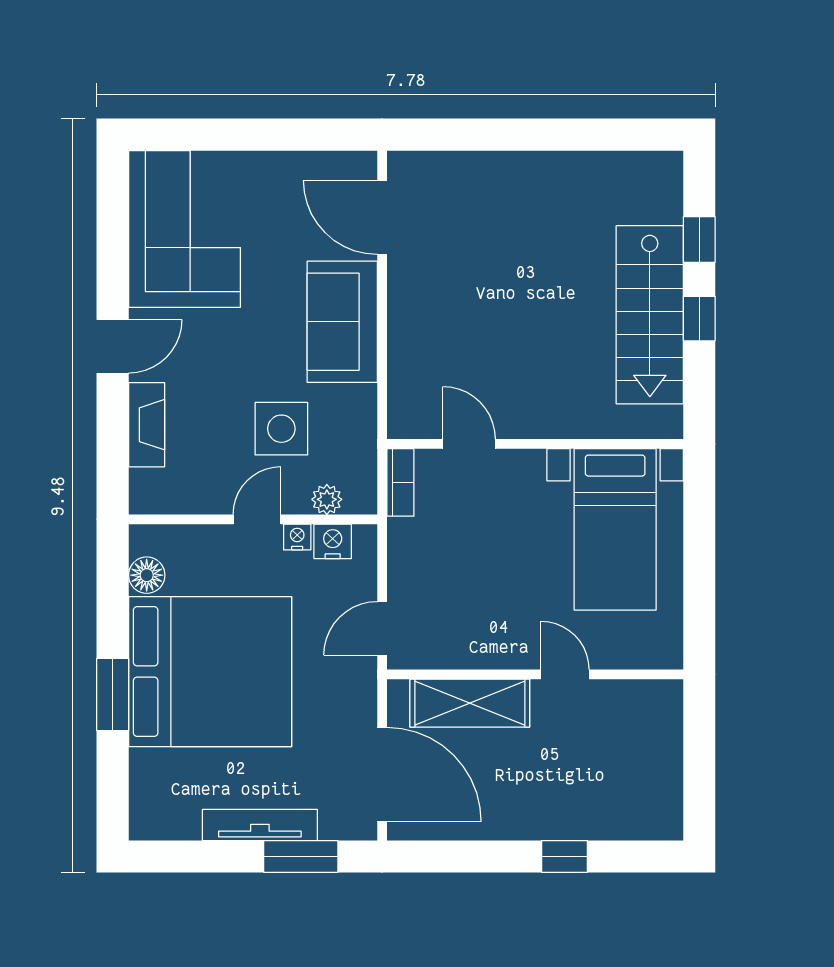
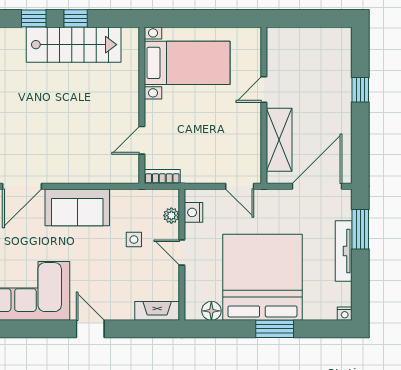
fireplace: (147, 425) -> (157, 311), moved
side table: (281, 429) -> (134, 240), width x0.54, depth x0.54
nightstand: (297, 537) -> (345, 314), moved, turned -90

